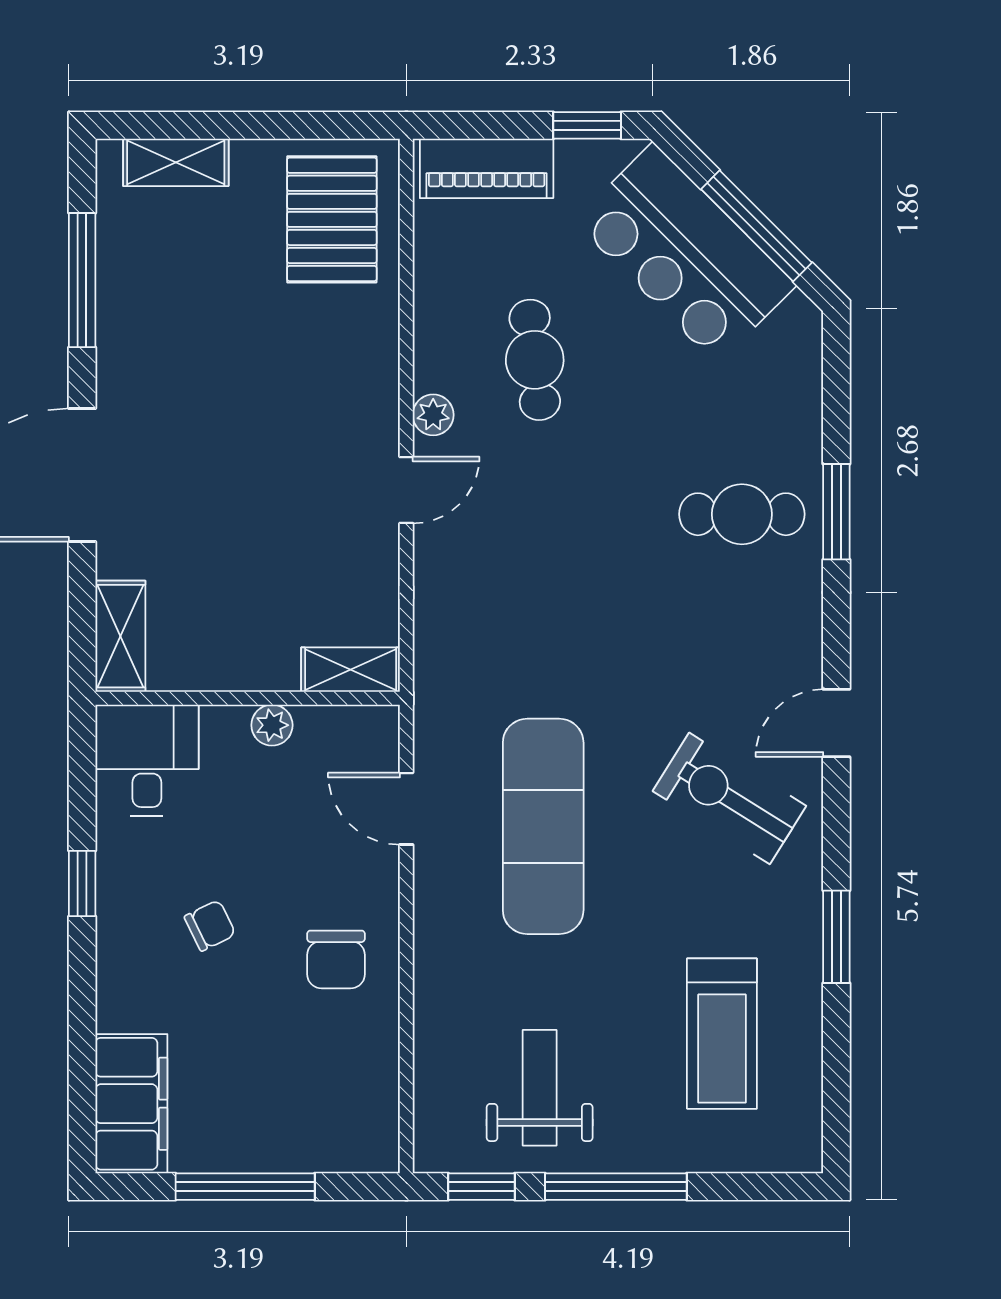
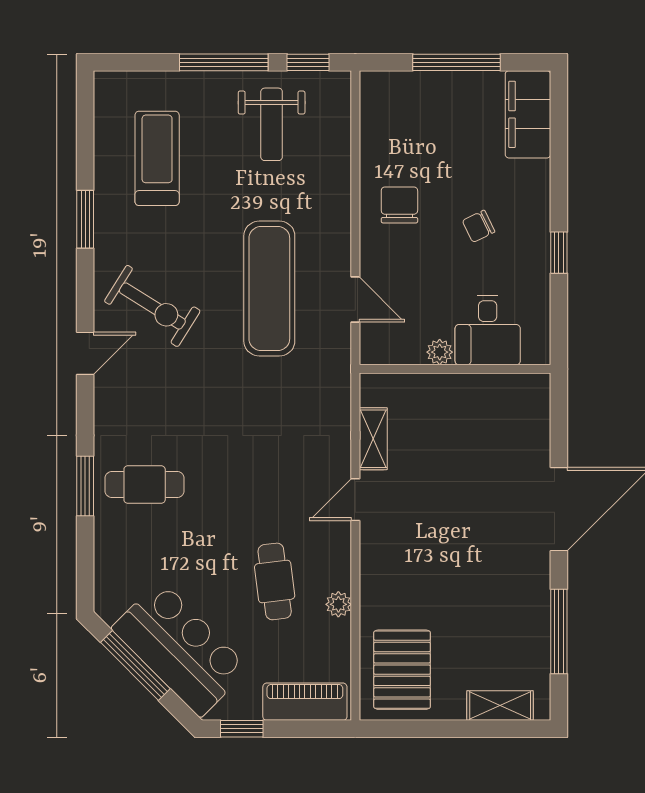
plant: (433, 415) -> (338, 604), moved
shelving: (120, 636) -> (535, 408), removed
shelving: (351, 670) -> (373, 439), moved, turned 90
desk: (147, 760) -> (488, 330), moved

